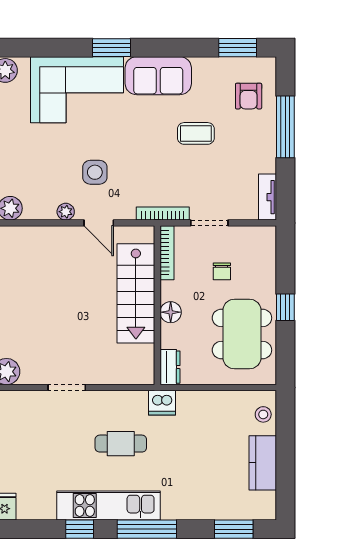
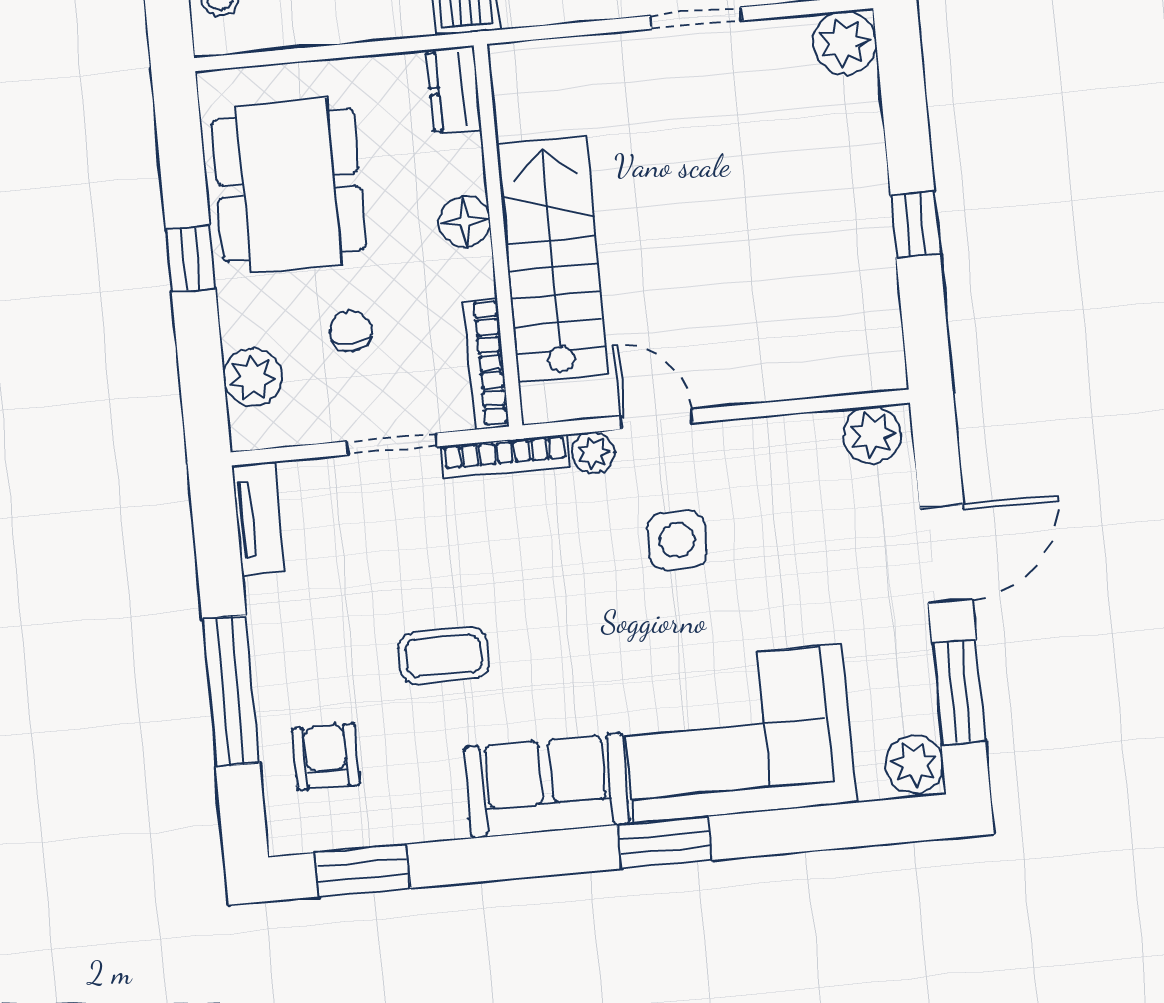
plant: (66, 212) -> (593, 453), moved
plant: (264, 256) -> (253, 377), added

